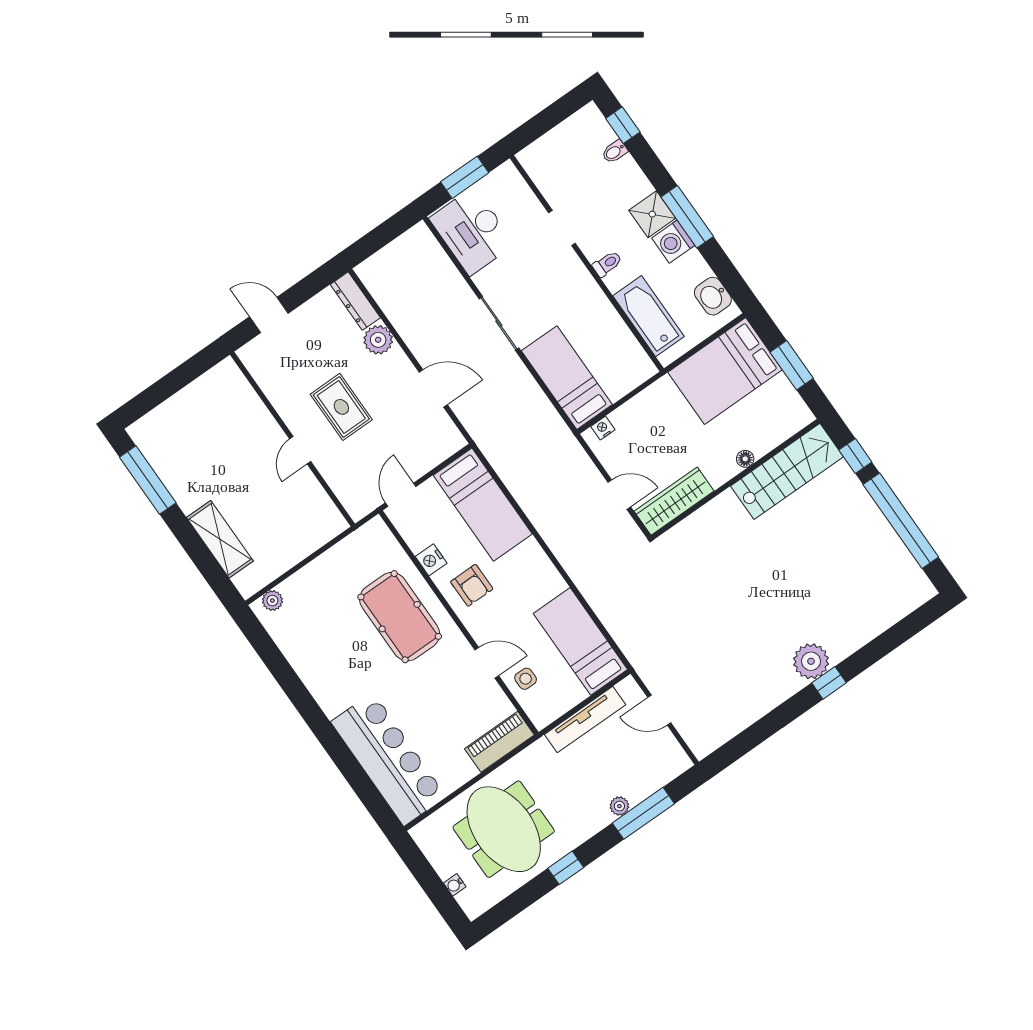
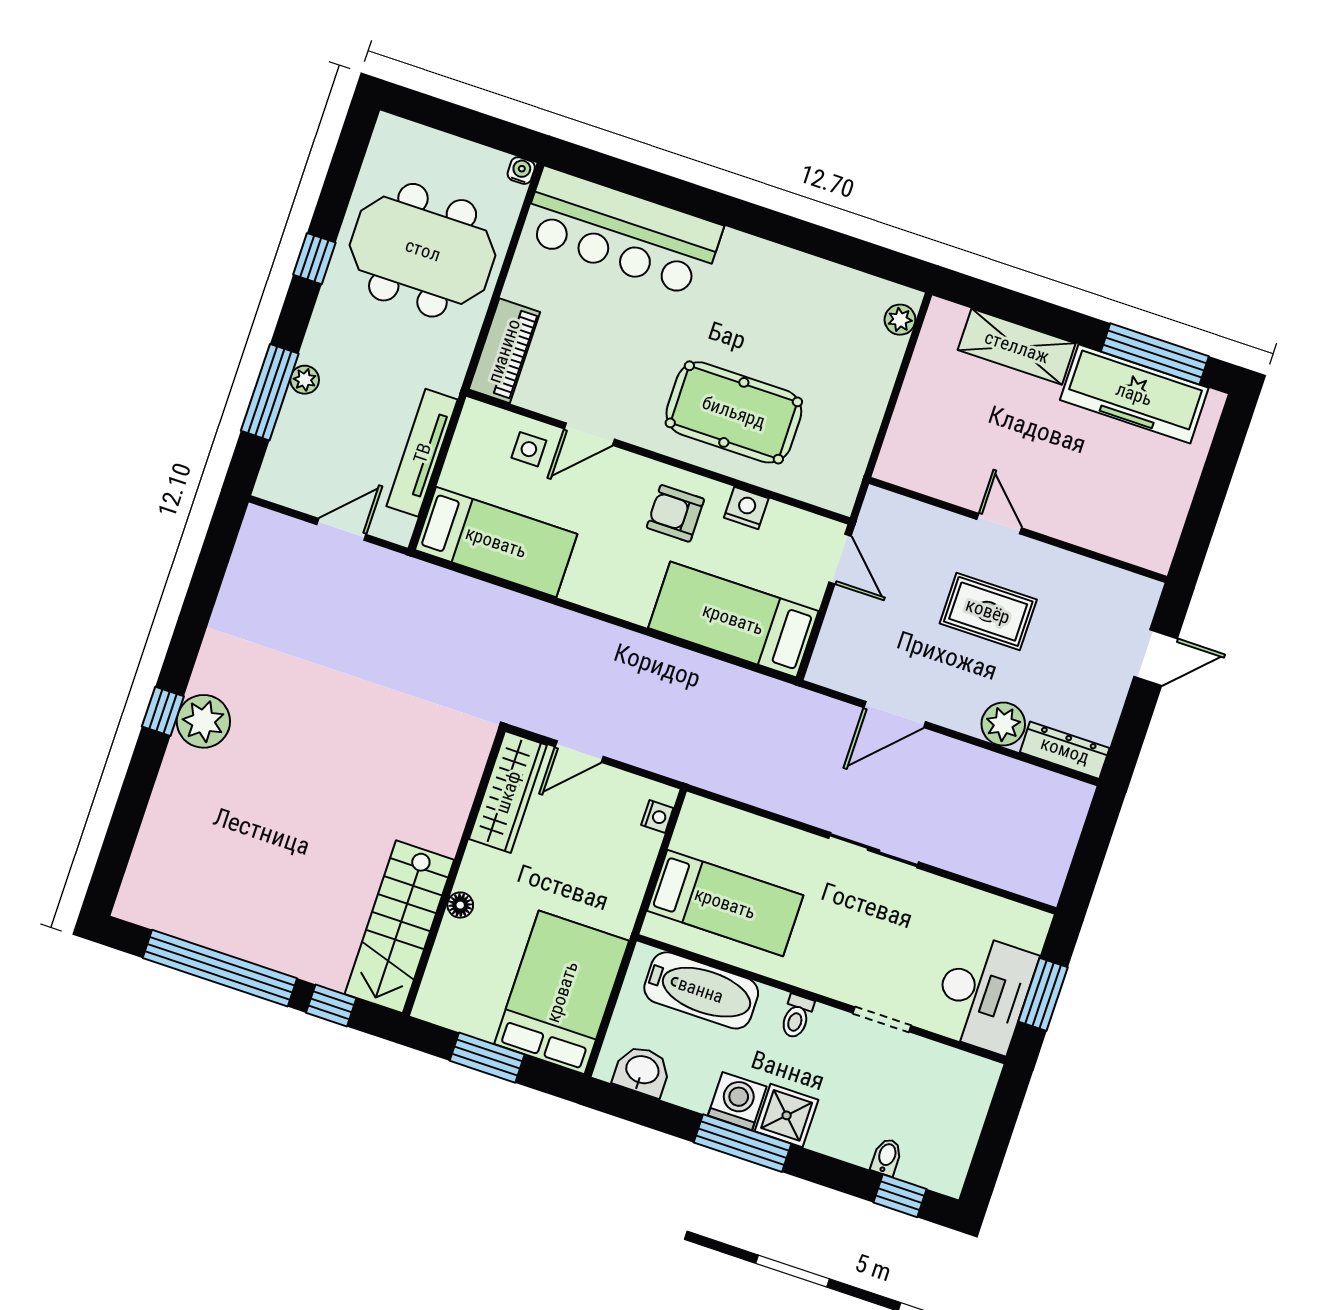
desk: (472, 231) -> (983, 993), moved, turned 90
bed: (567, 378) -> (725, 903), moved
freezer: (175, 467) -> (1134, 394), added
water cooler: (455, 885) -> (521, 171), moved

